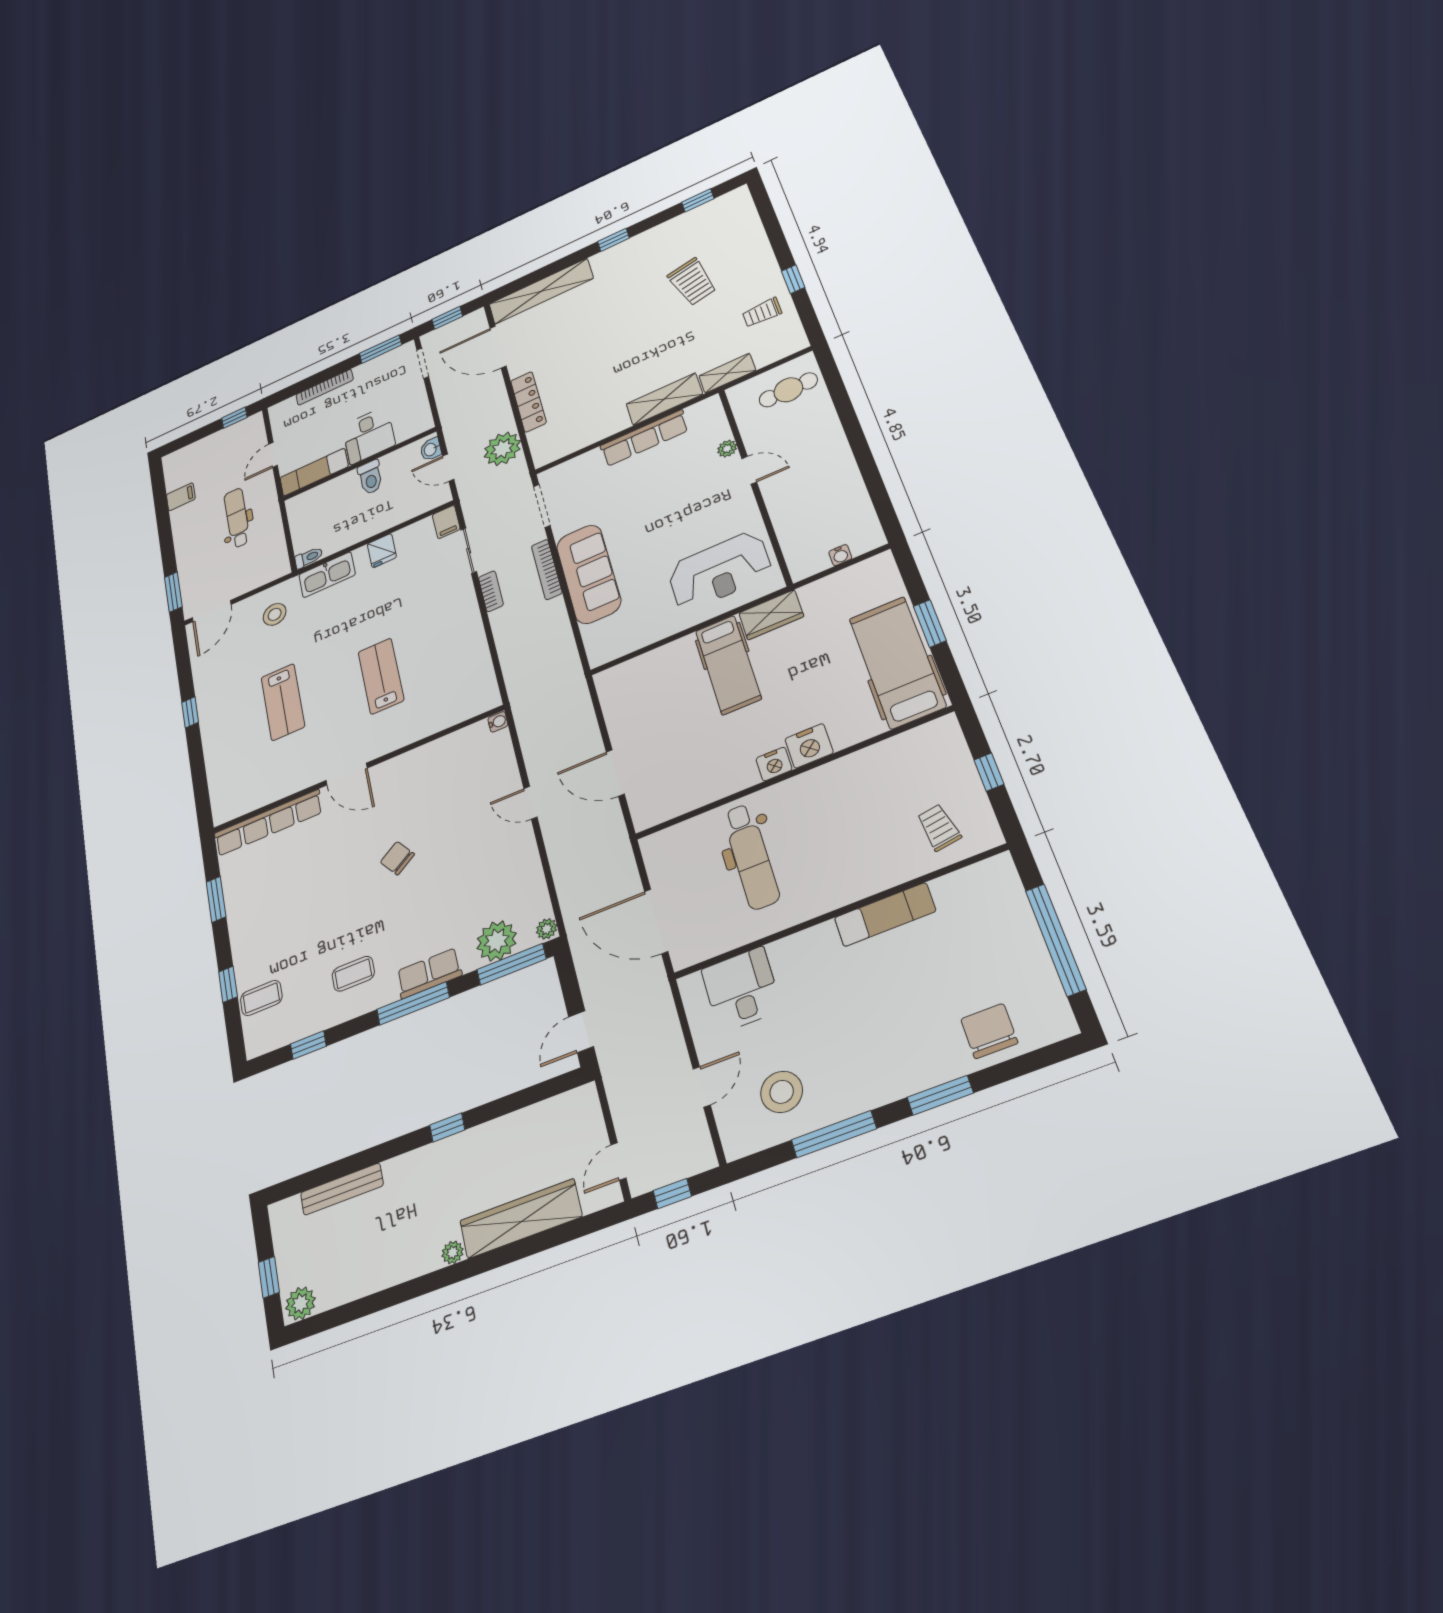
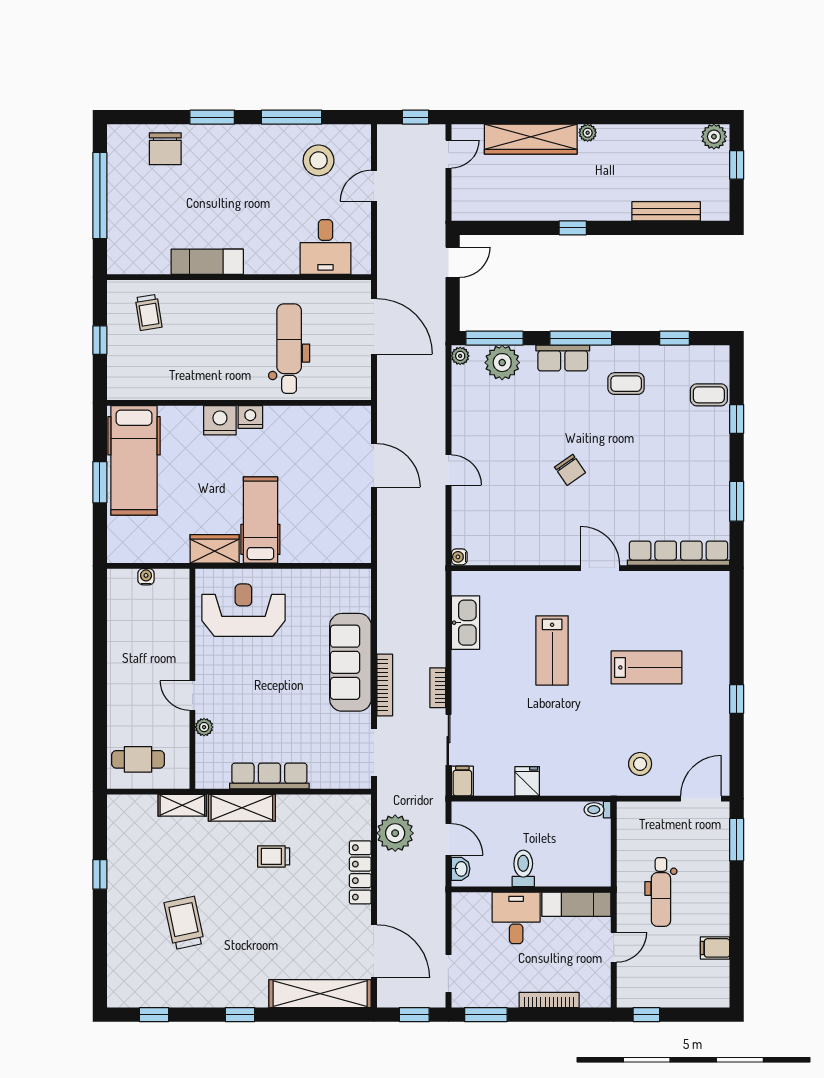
trolley: (762, 313) -> (274, 856), moved, turned 180
kitchen sink: (327, 575) -> (465, 623), moved, turned 90
lab bench: (283, 702) -> (646, 667), turned 90

